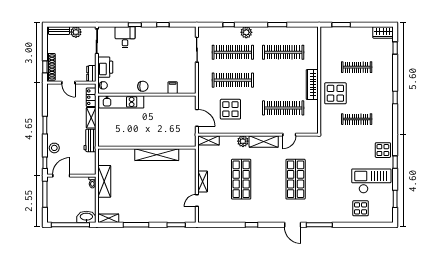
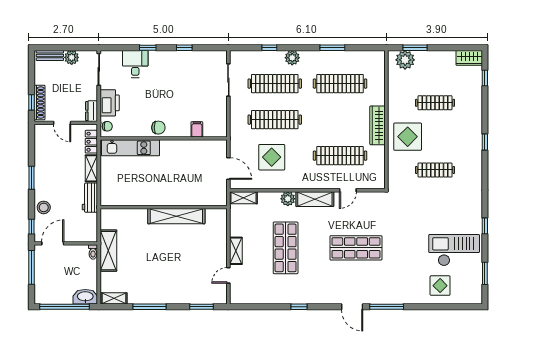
plant: (334, 34) -> (405, 60), added
display table: (383, 150) -> (469, 210), removed
shop shelf: (296, 179) -> (356, 248), turned 90

